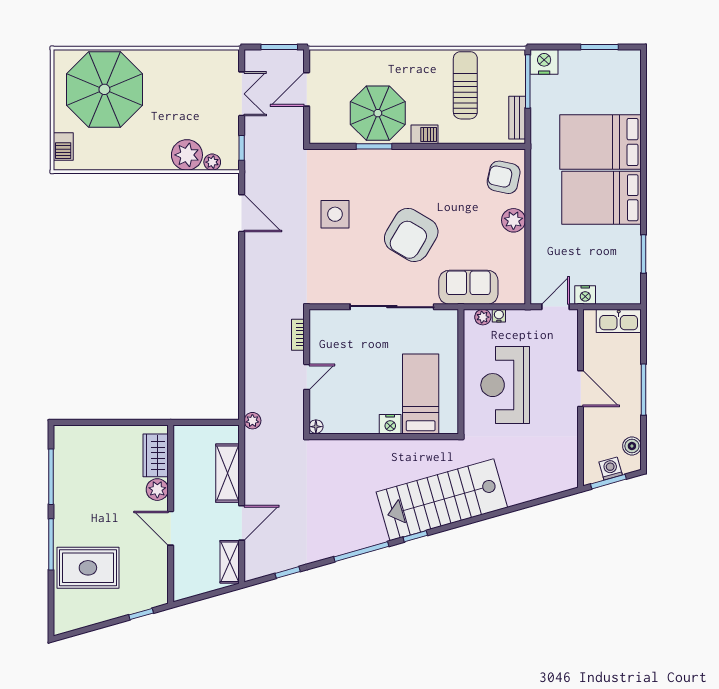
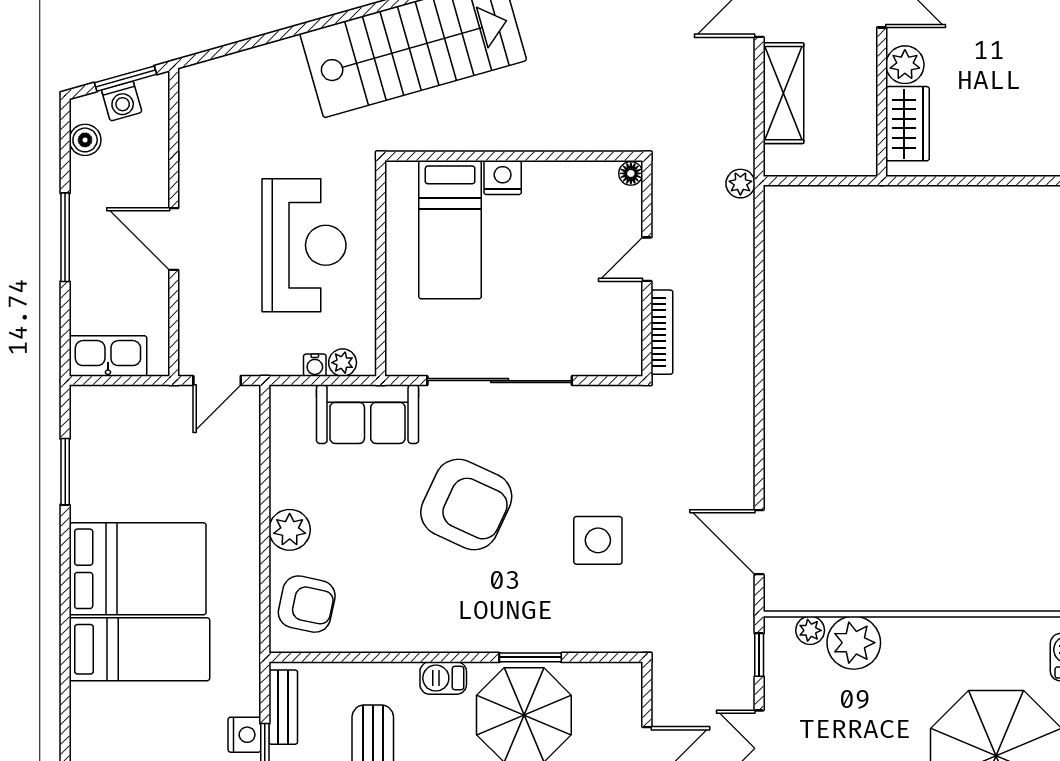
bed: (600, 142) -> (139, 649), width x0.67
armchair: (411, 235) -> (466, 504), turned 84
nightstand: (585, 295) -> (244, 735), moved, turned 90
bookcase: (298, 335) -> (662, 332), width x1.56

